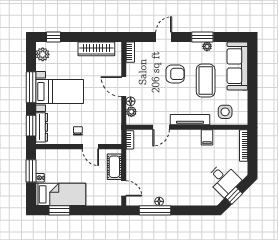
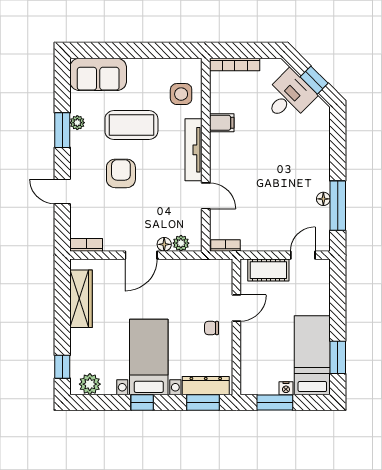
sofa: (237, 66) -> (98, 74), width x0.73
window: (31, 87) -> (142, 403), width x0.46

